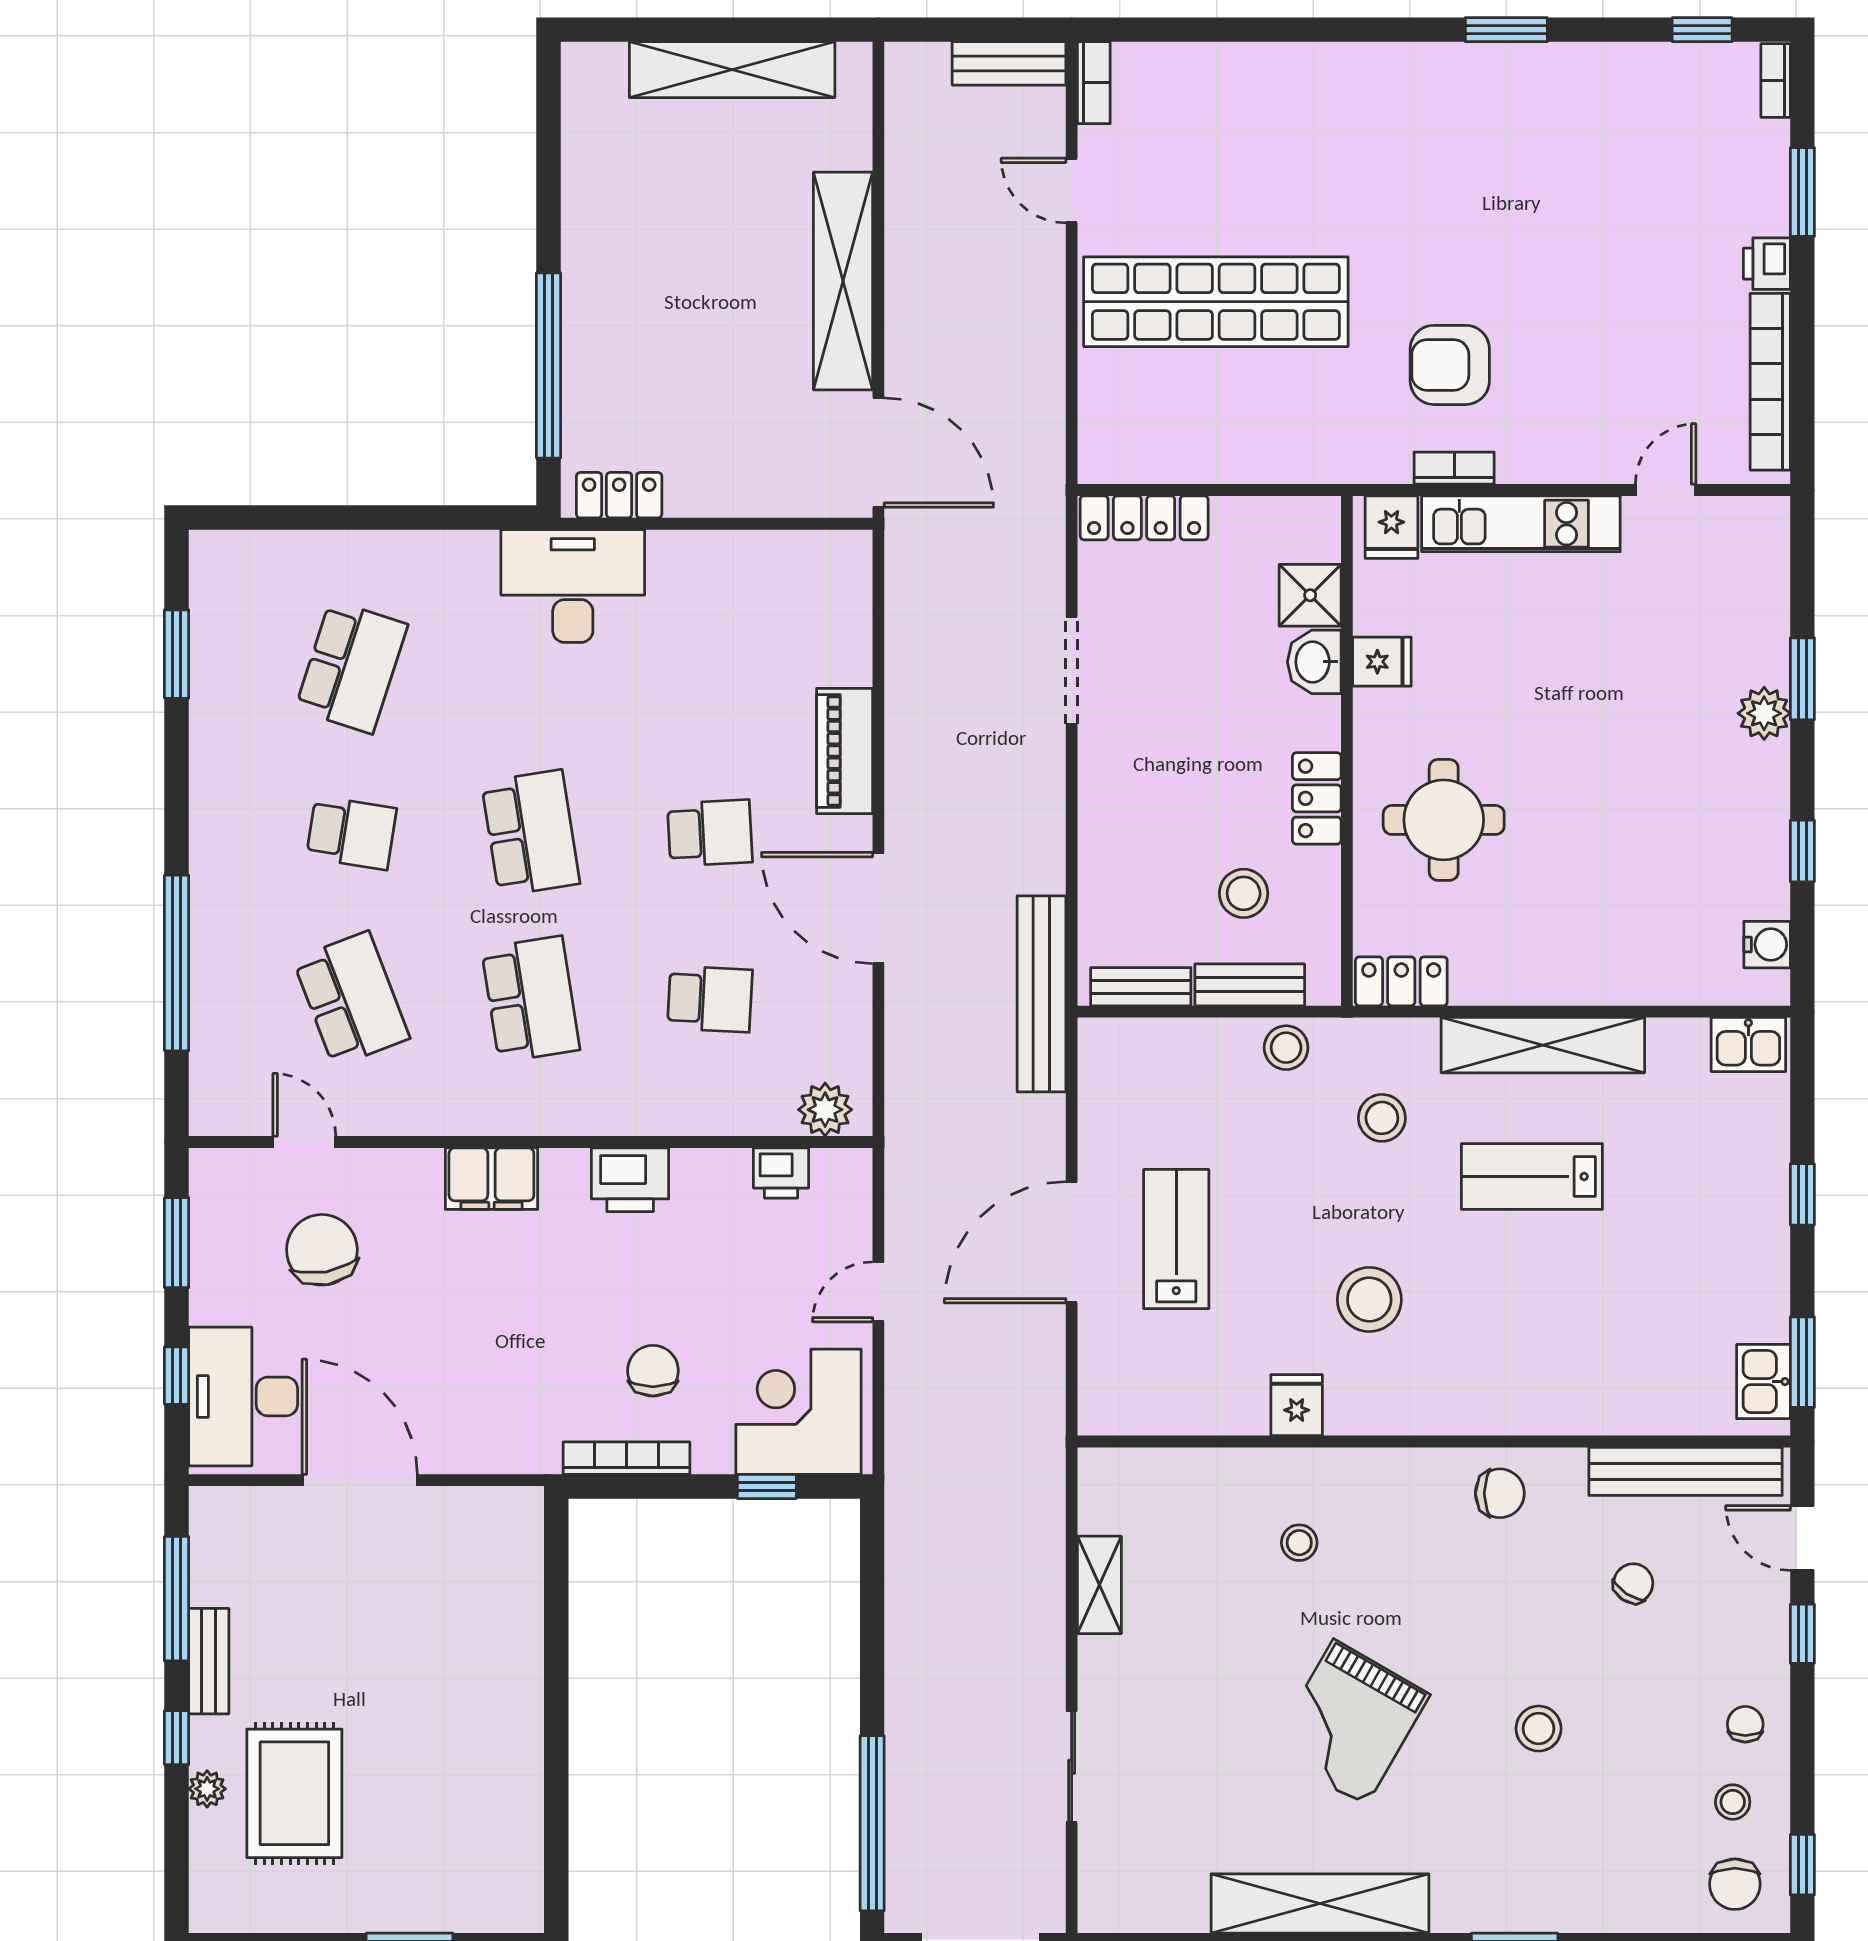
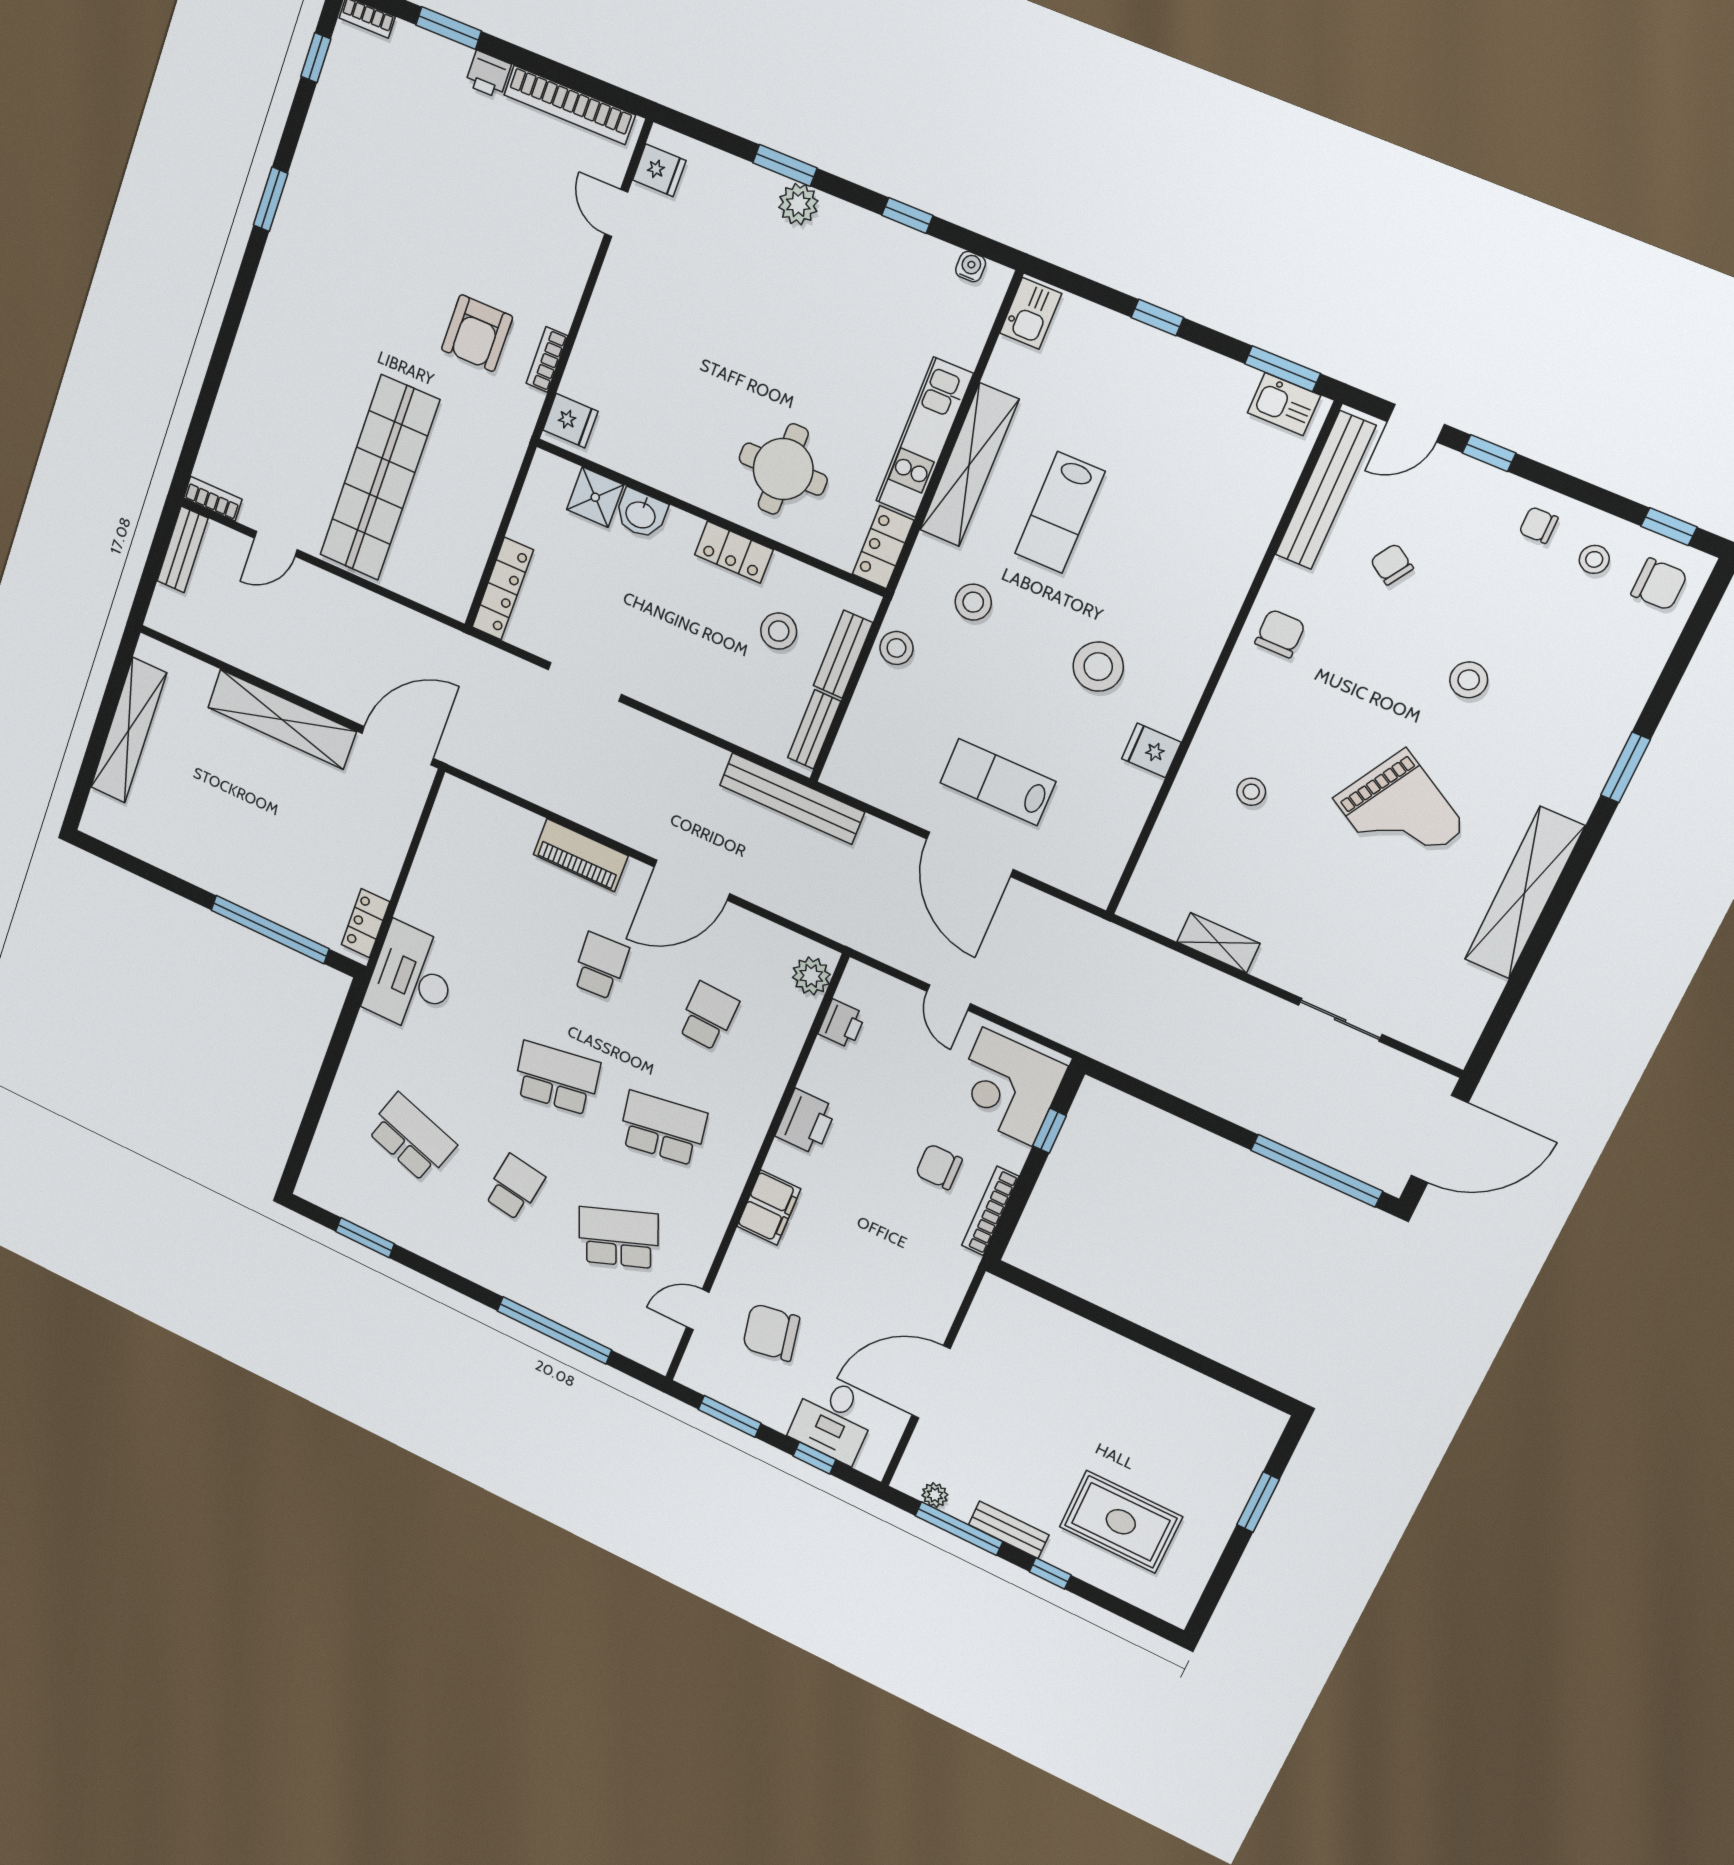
kitchen unit: (1521, 524) -> (924, 437), moved, turned 180
fridge: (1382, 662) -> (659, 170), moved, turned 90
water cooler: (1767, 945) -> (971, 267), width x0.72, depth x0.72
desk: (243, 1396) -> (833, 1419), width x0.73
plant: (207, 1789) -> (935, 1495), moved

